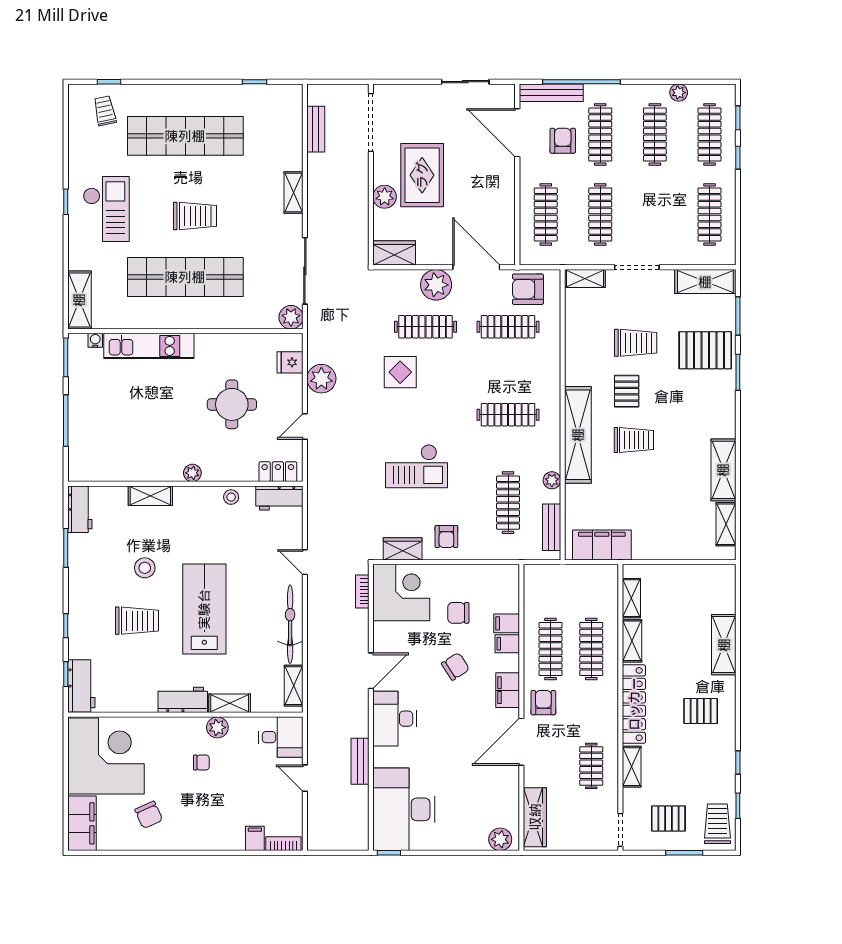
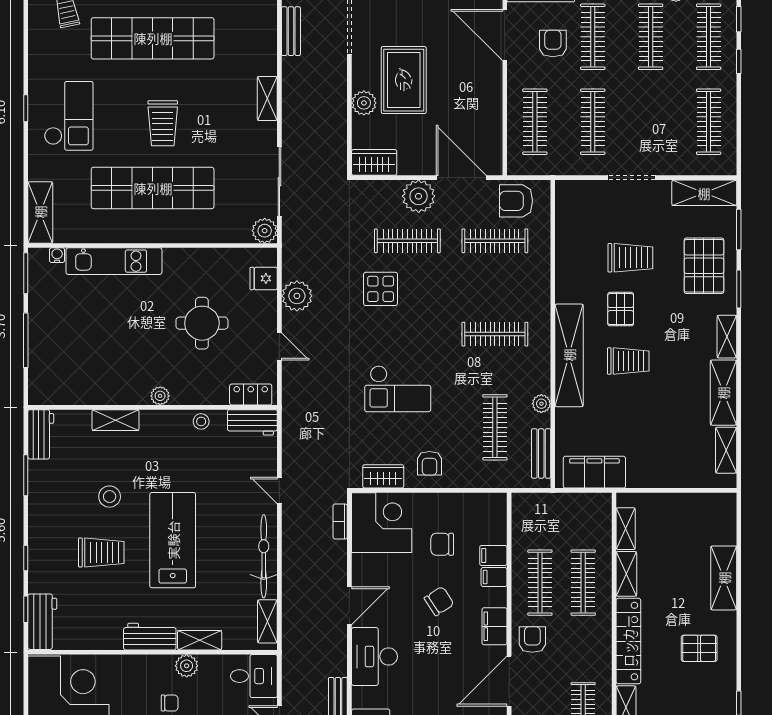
trolley: (195, 216) -> (163, 123), turned 90
shelving: (585, 278) -> (727, 337), moved, turned 90
pallet: (705, 350) -> (704, 266), turned 90
door: (305, 426) -> (279, 346), swing flipped

